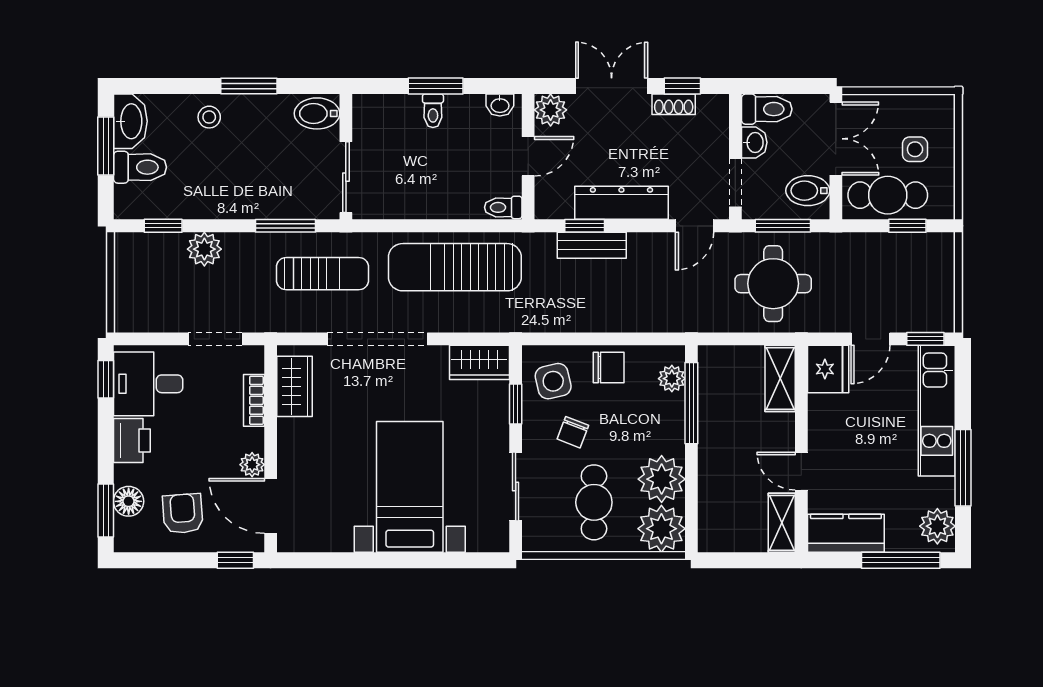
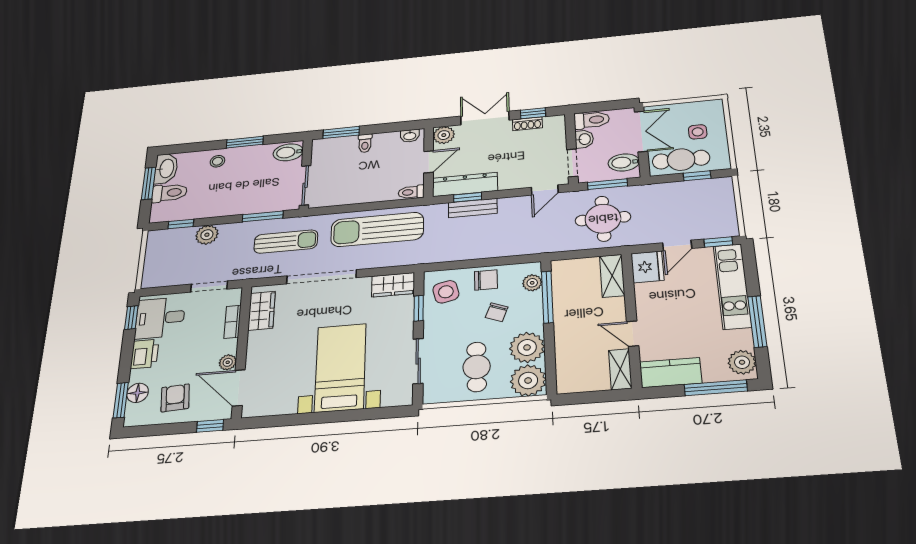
window: (436, 86) -> (341, 132), moved
dresser: (621, 203) -> (465, 184), moved
chair: (573, 432) -> (497, 312), moved

